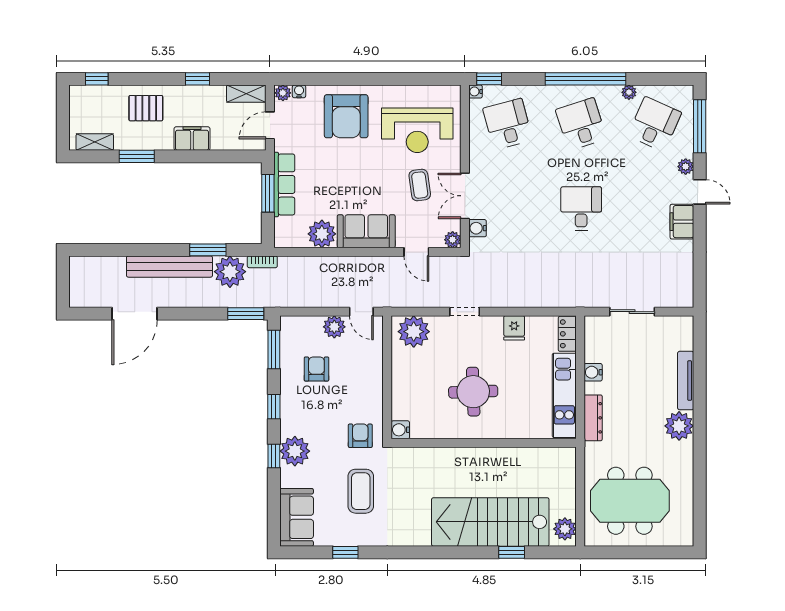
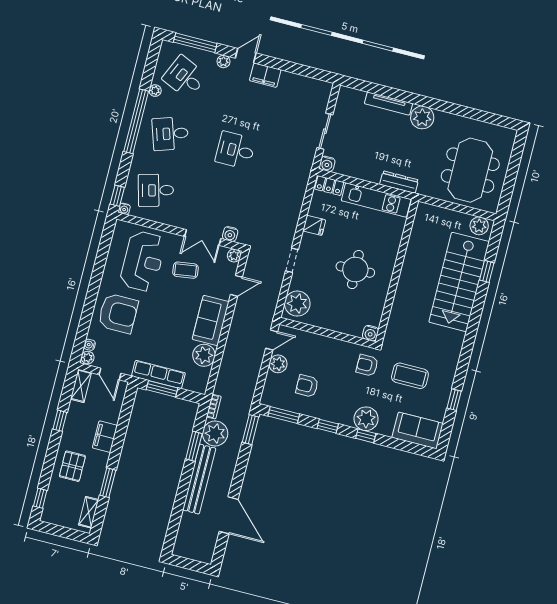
water cooler: (593, 372) -> (327, 164), moved

